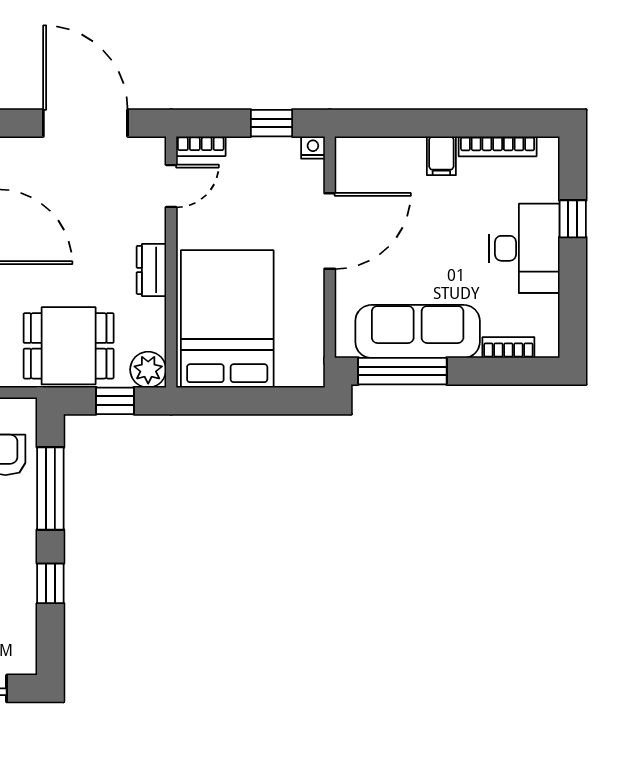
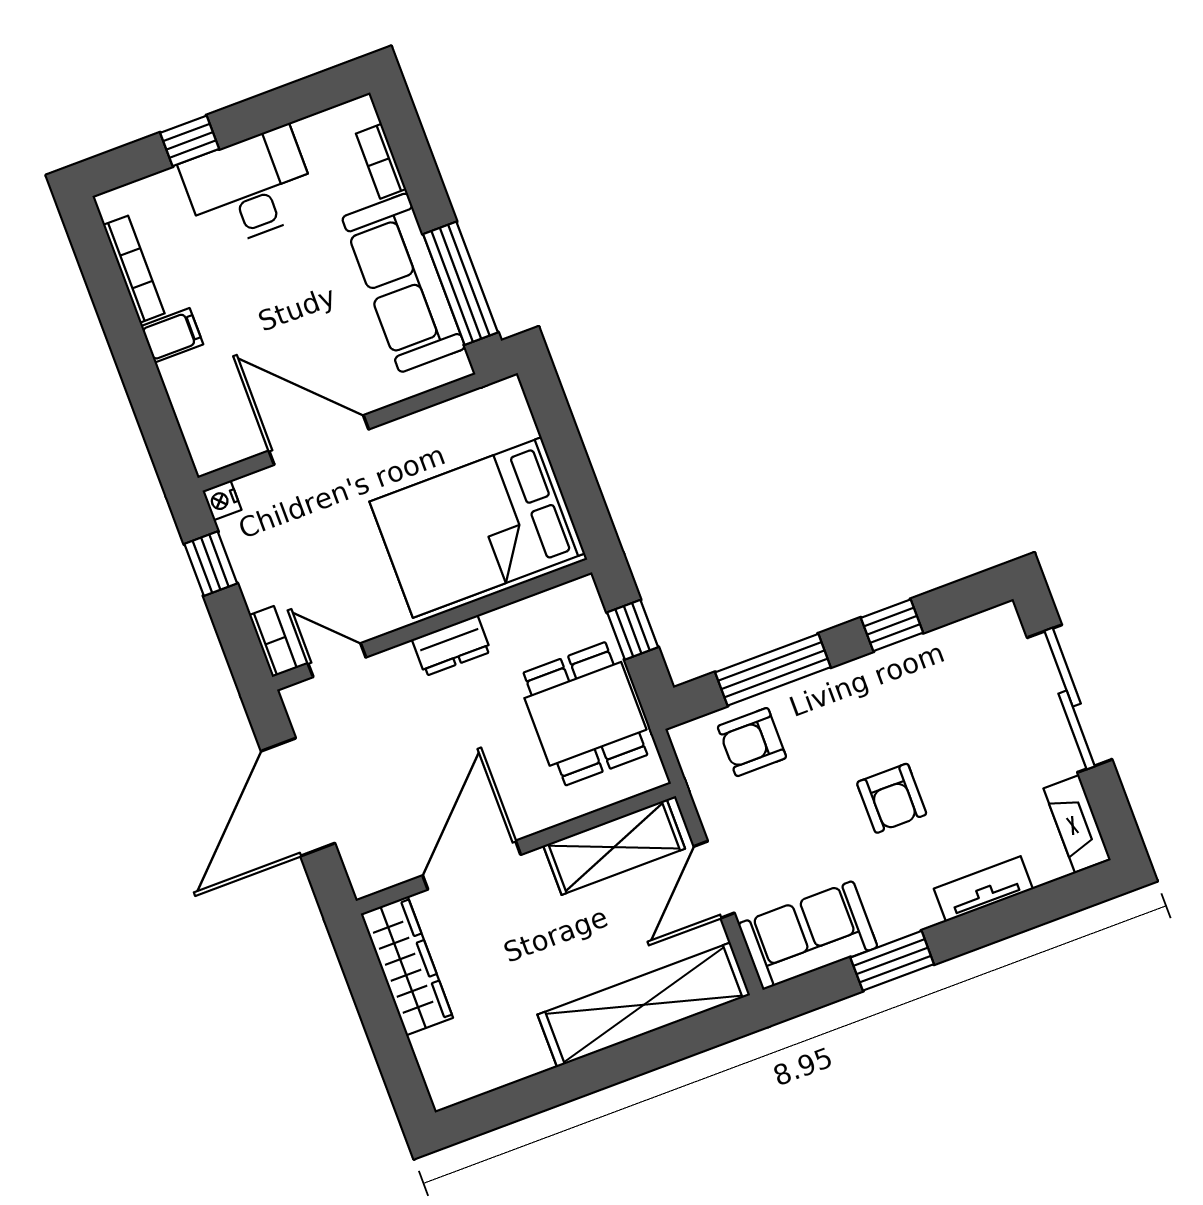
plant: (148, 370) -> (578, 603), removed

